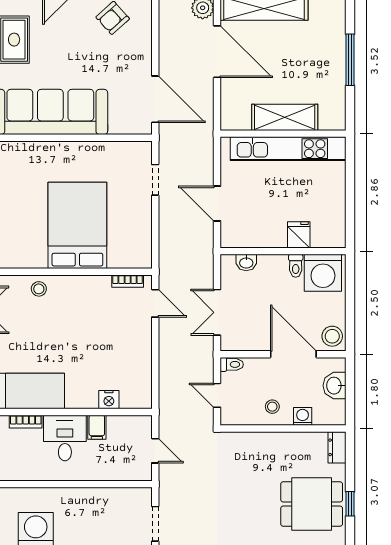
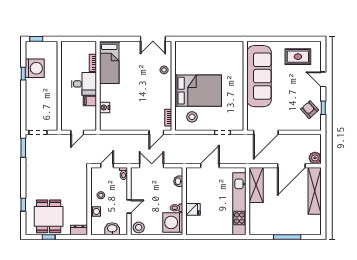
shelving: (285, 117) -> (256, 185), moved
stool: (126, 237) -> (192, 117), added
door: (293, 354) -> (129, 207), width x0.53

